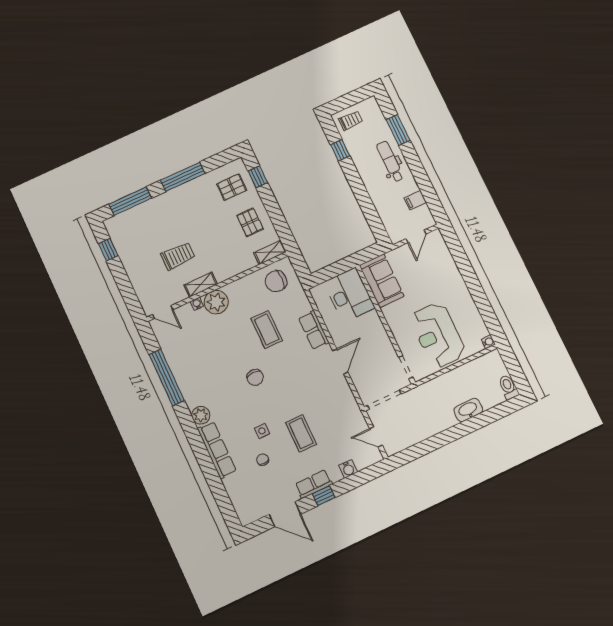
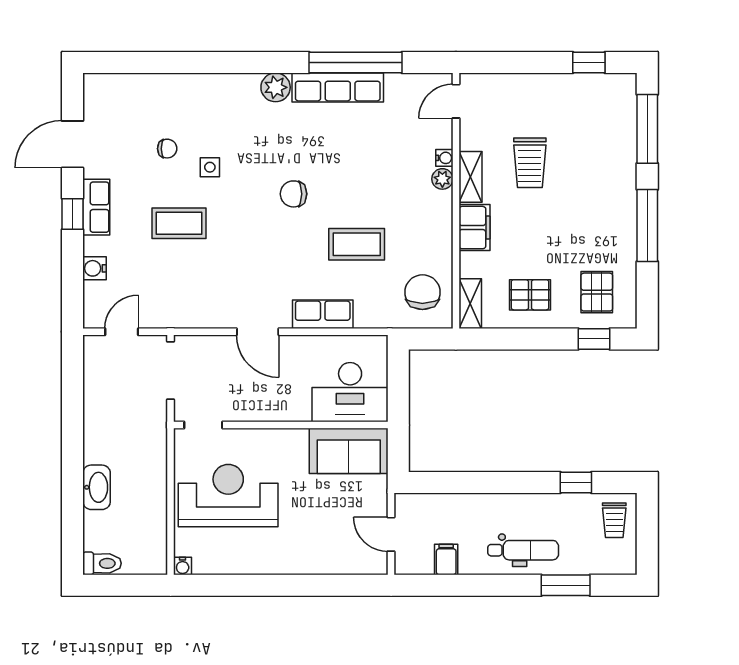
filing cabinet: (227, 269) -> (474, 228), added
plant: (216, 302) -> (442, 179), width x0.53, depth x0.53
row of seats: (217, 450) -> (338, 87), moved

